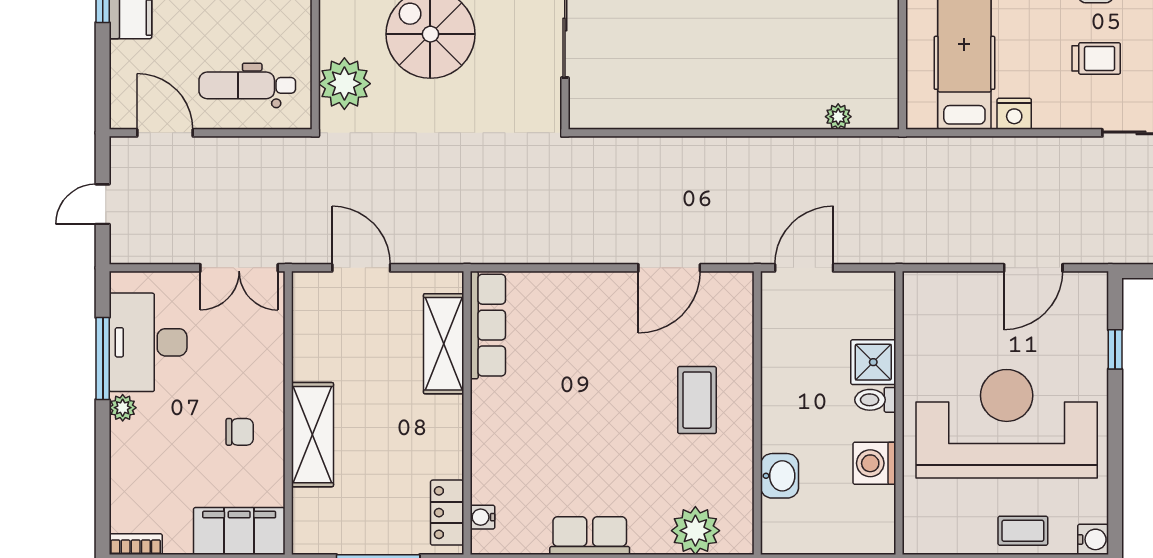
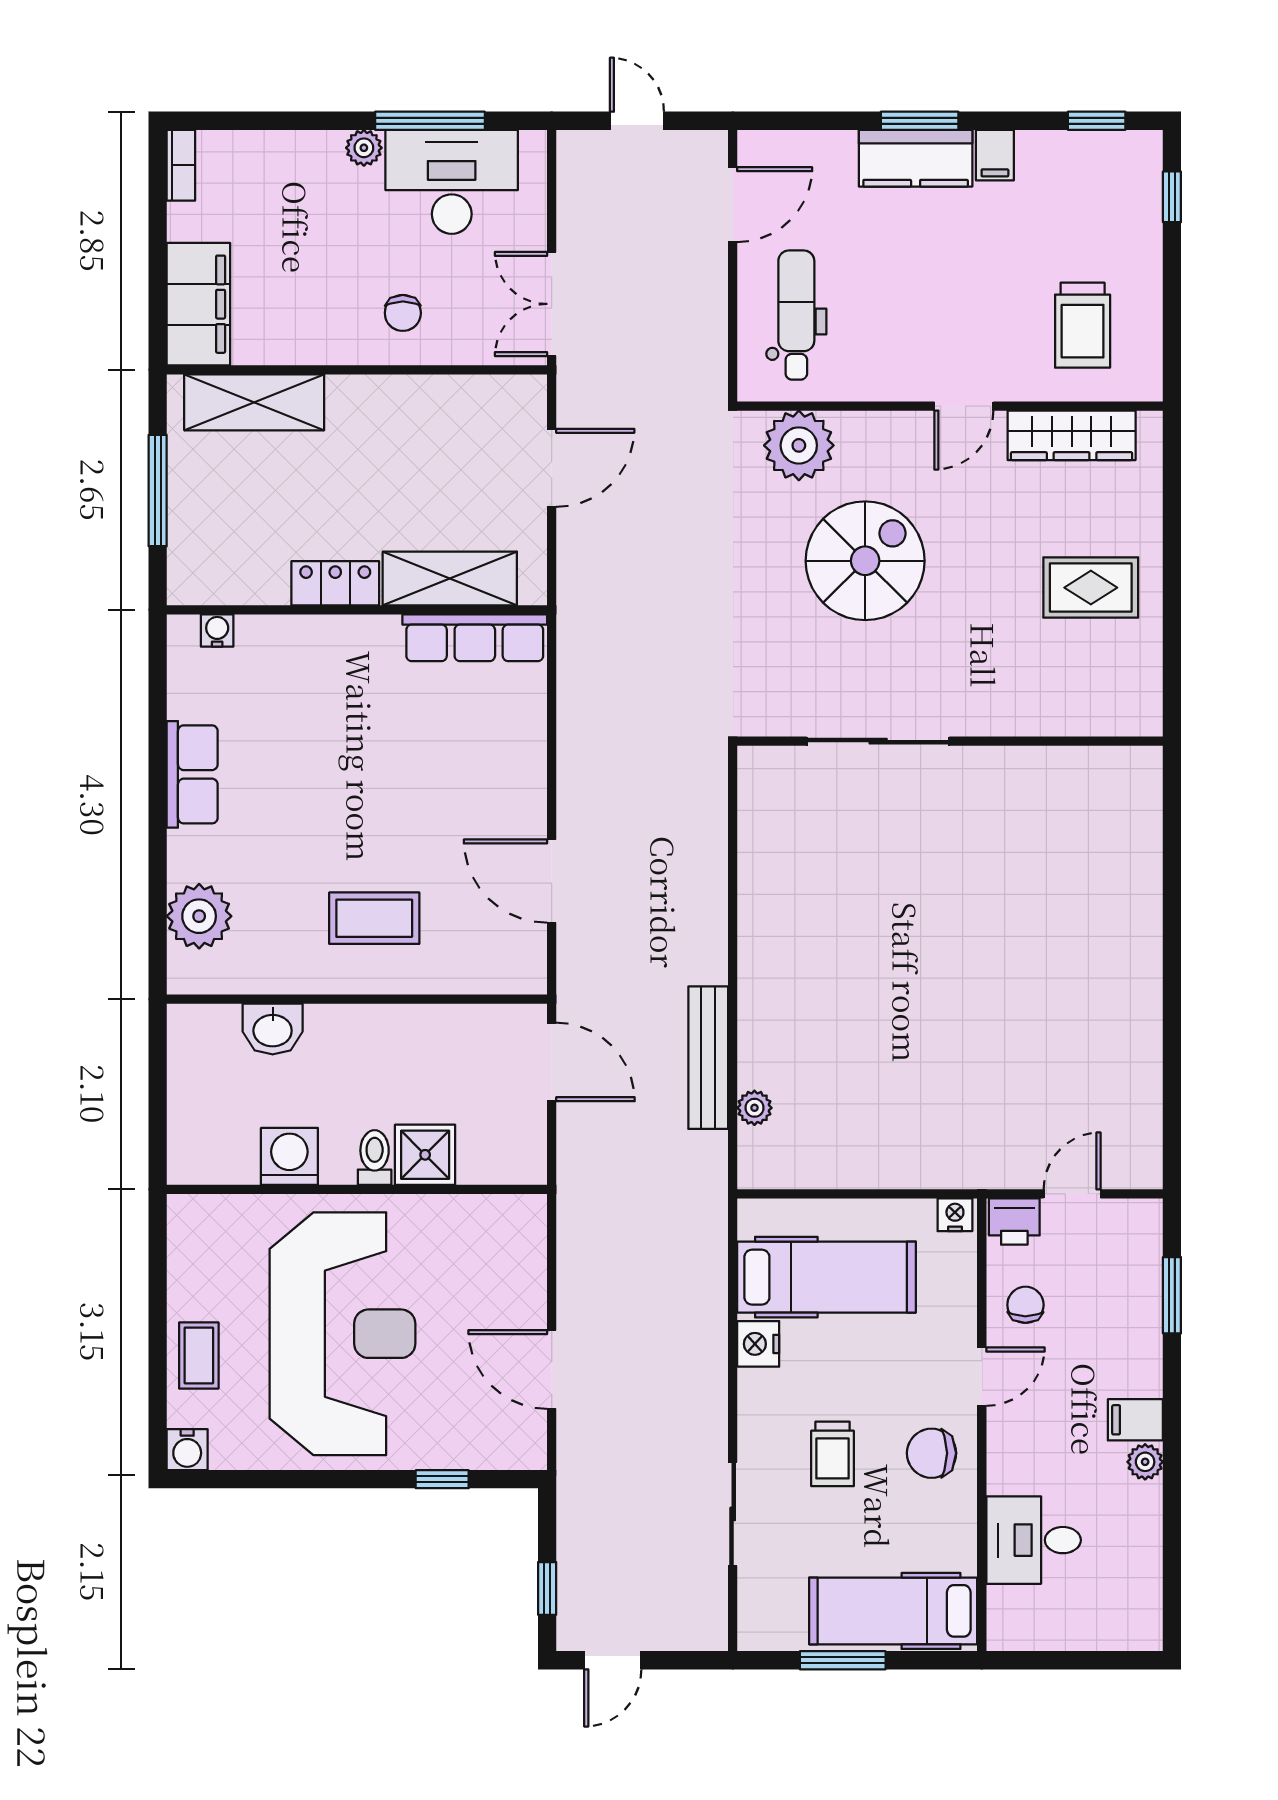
bench: (801, 151) -> (708, 1058), added
chair: (240, 432) -> (403, 313), moved
shelving: (312, 435) -> (254, 402), moved
locker: (447, 513) -> (335, 583), moved

